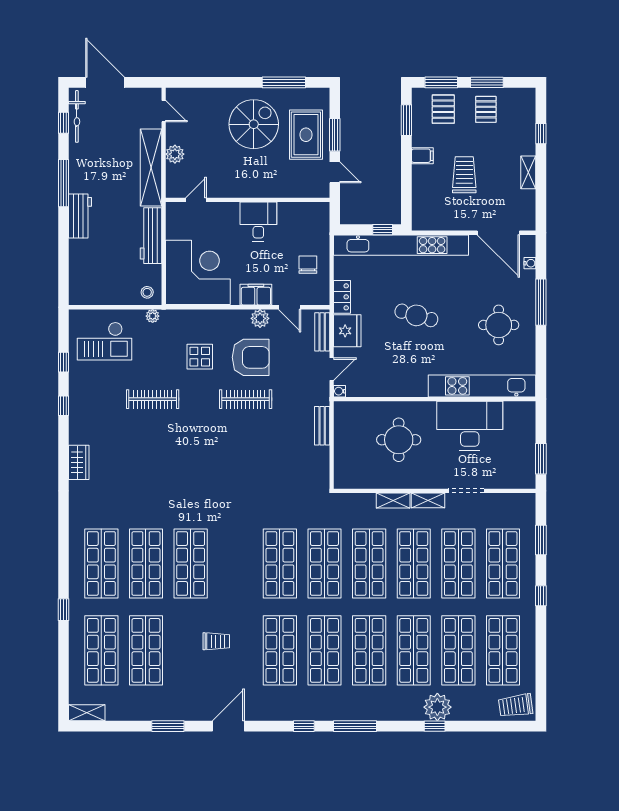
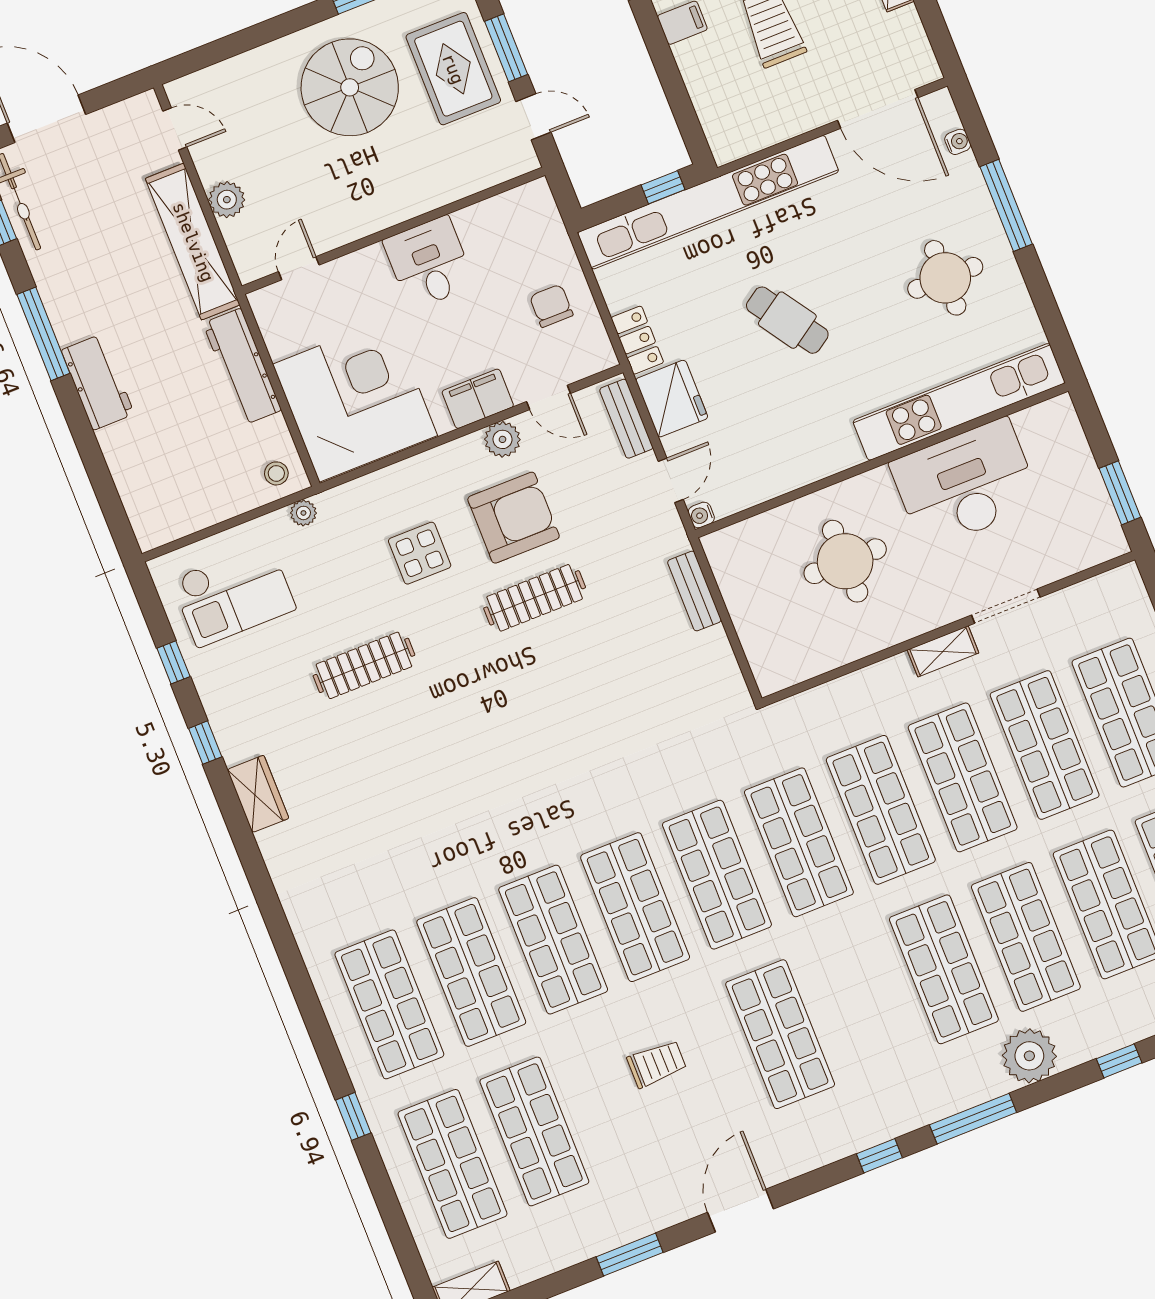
cafe table: (416, 315) -> (787, 320), turned 40
wardrobe: (79, 462) -> (258, 794), moved
shelving: (393, 501) -> (879, 677), removed
shop shelf: (324, 650) -> (635, 907), moved
plant: (437, 707) -> (1029, 1056), moved

